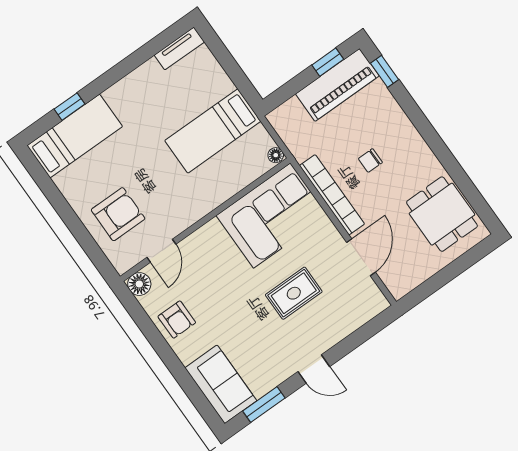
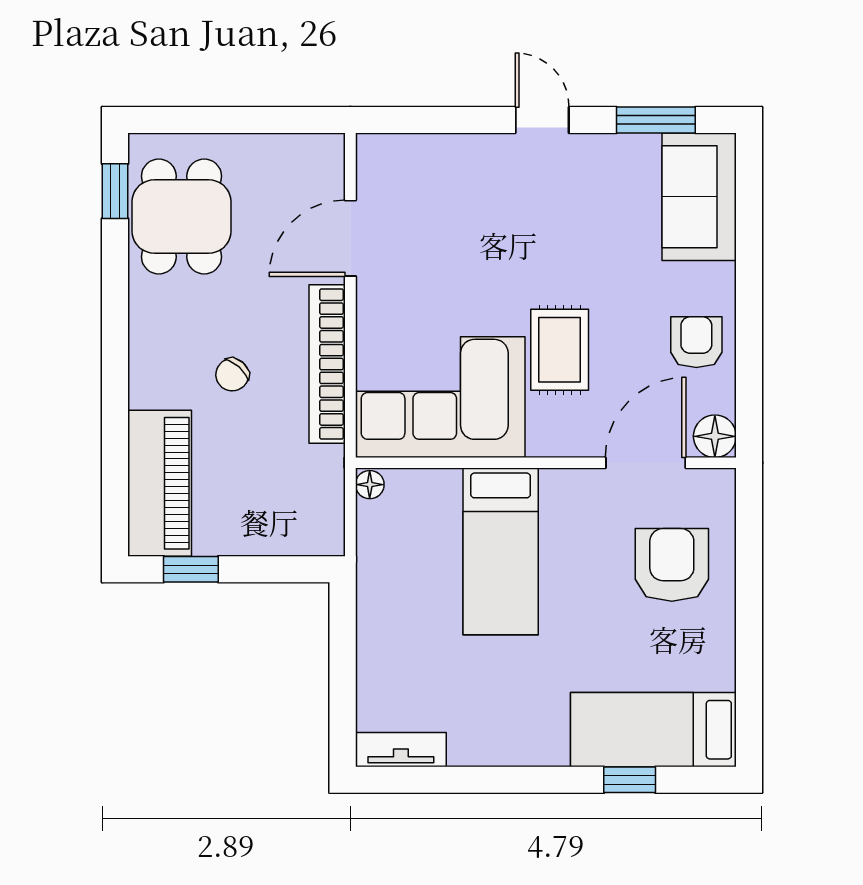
window: (385, 71) -> (115, 191), moved
piano: (337, 85) -> (160, 483), moved, turned 90
bed: (213, 131) -> (501, 551), moved, turned 90
chair: (370, 160) -> (232, 375), turned 132
armchair: (118, 214) -> (672, 565), turned 90
door: (161, 251) -> (646, 463), width x1.38
rug: (294, 293) -> (560, 350), moved, turned 90

